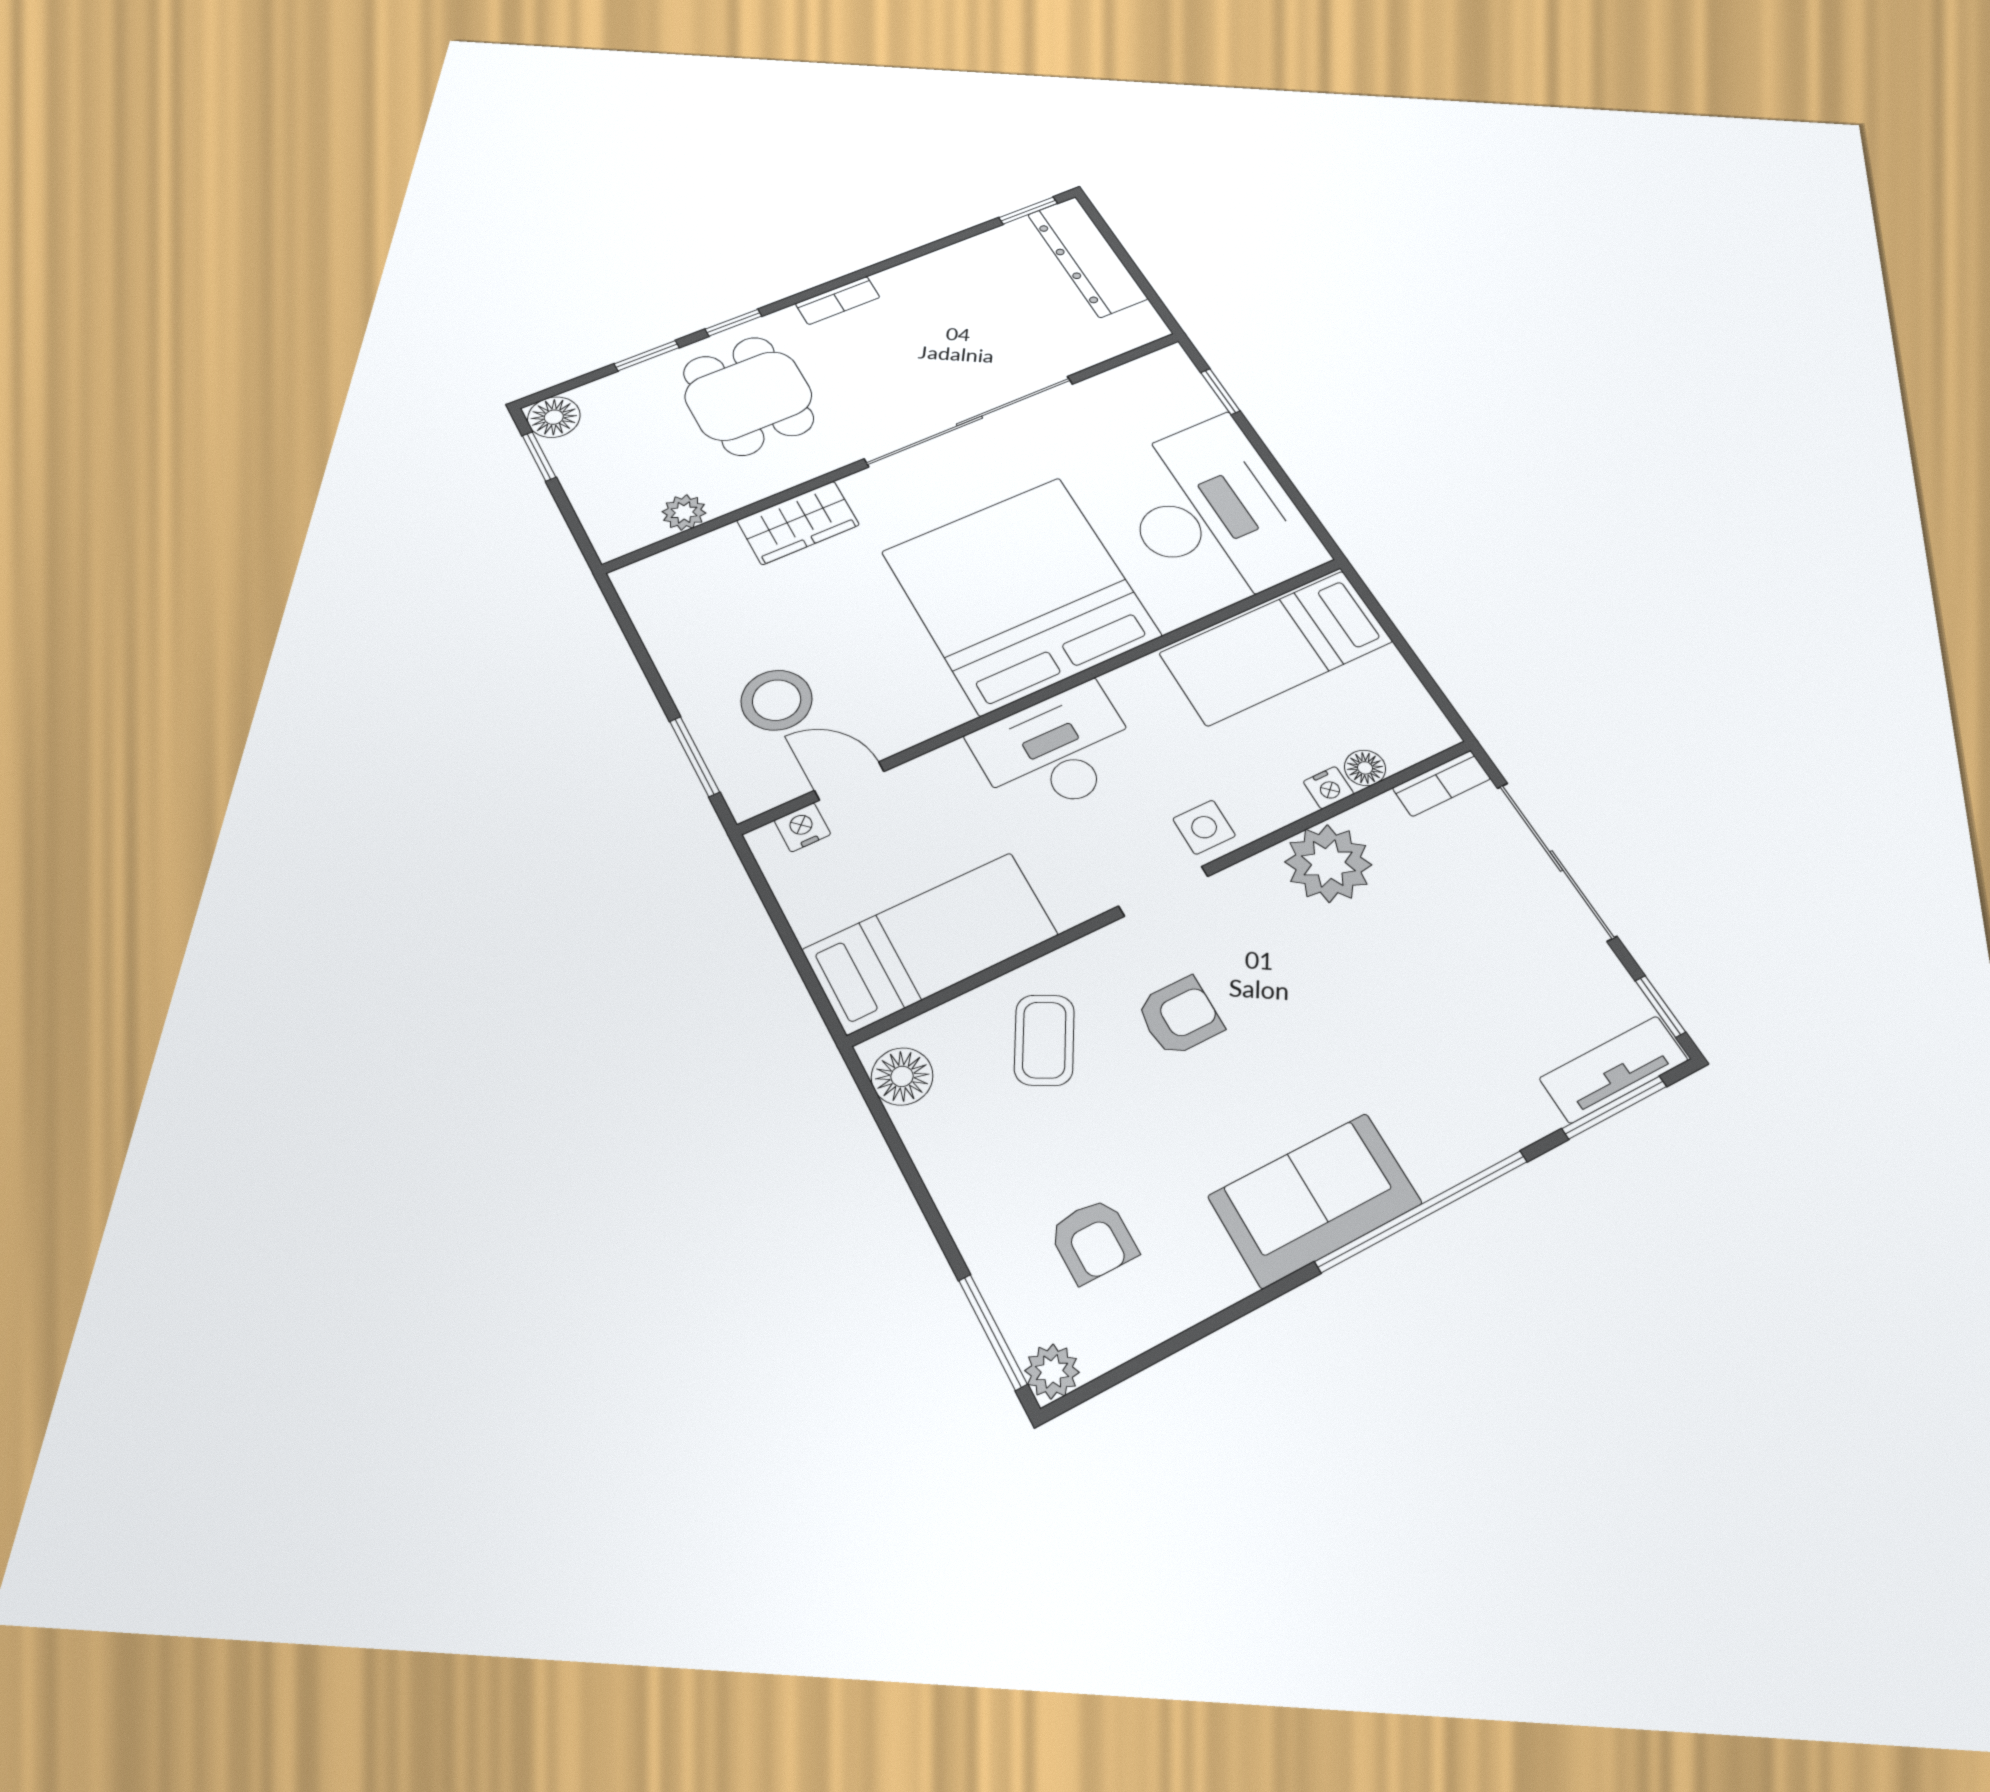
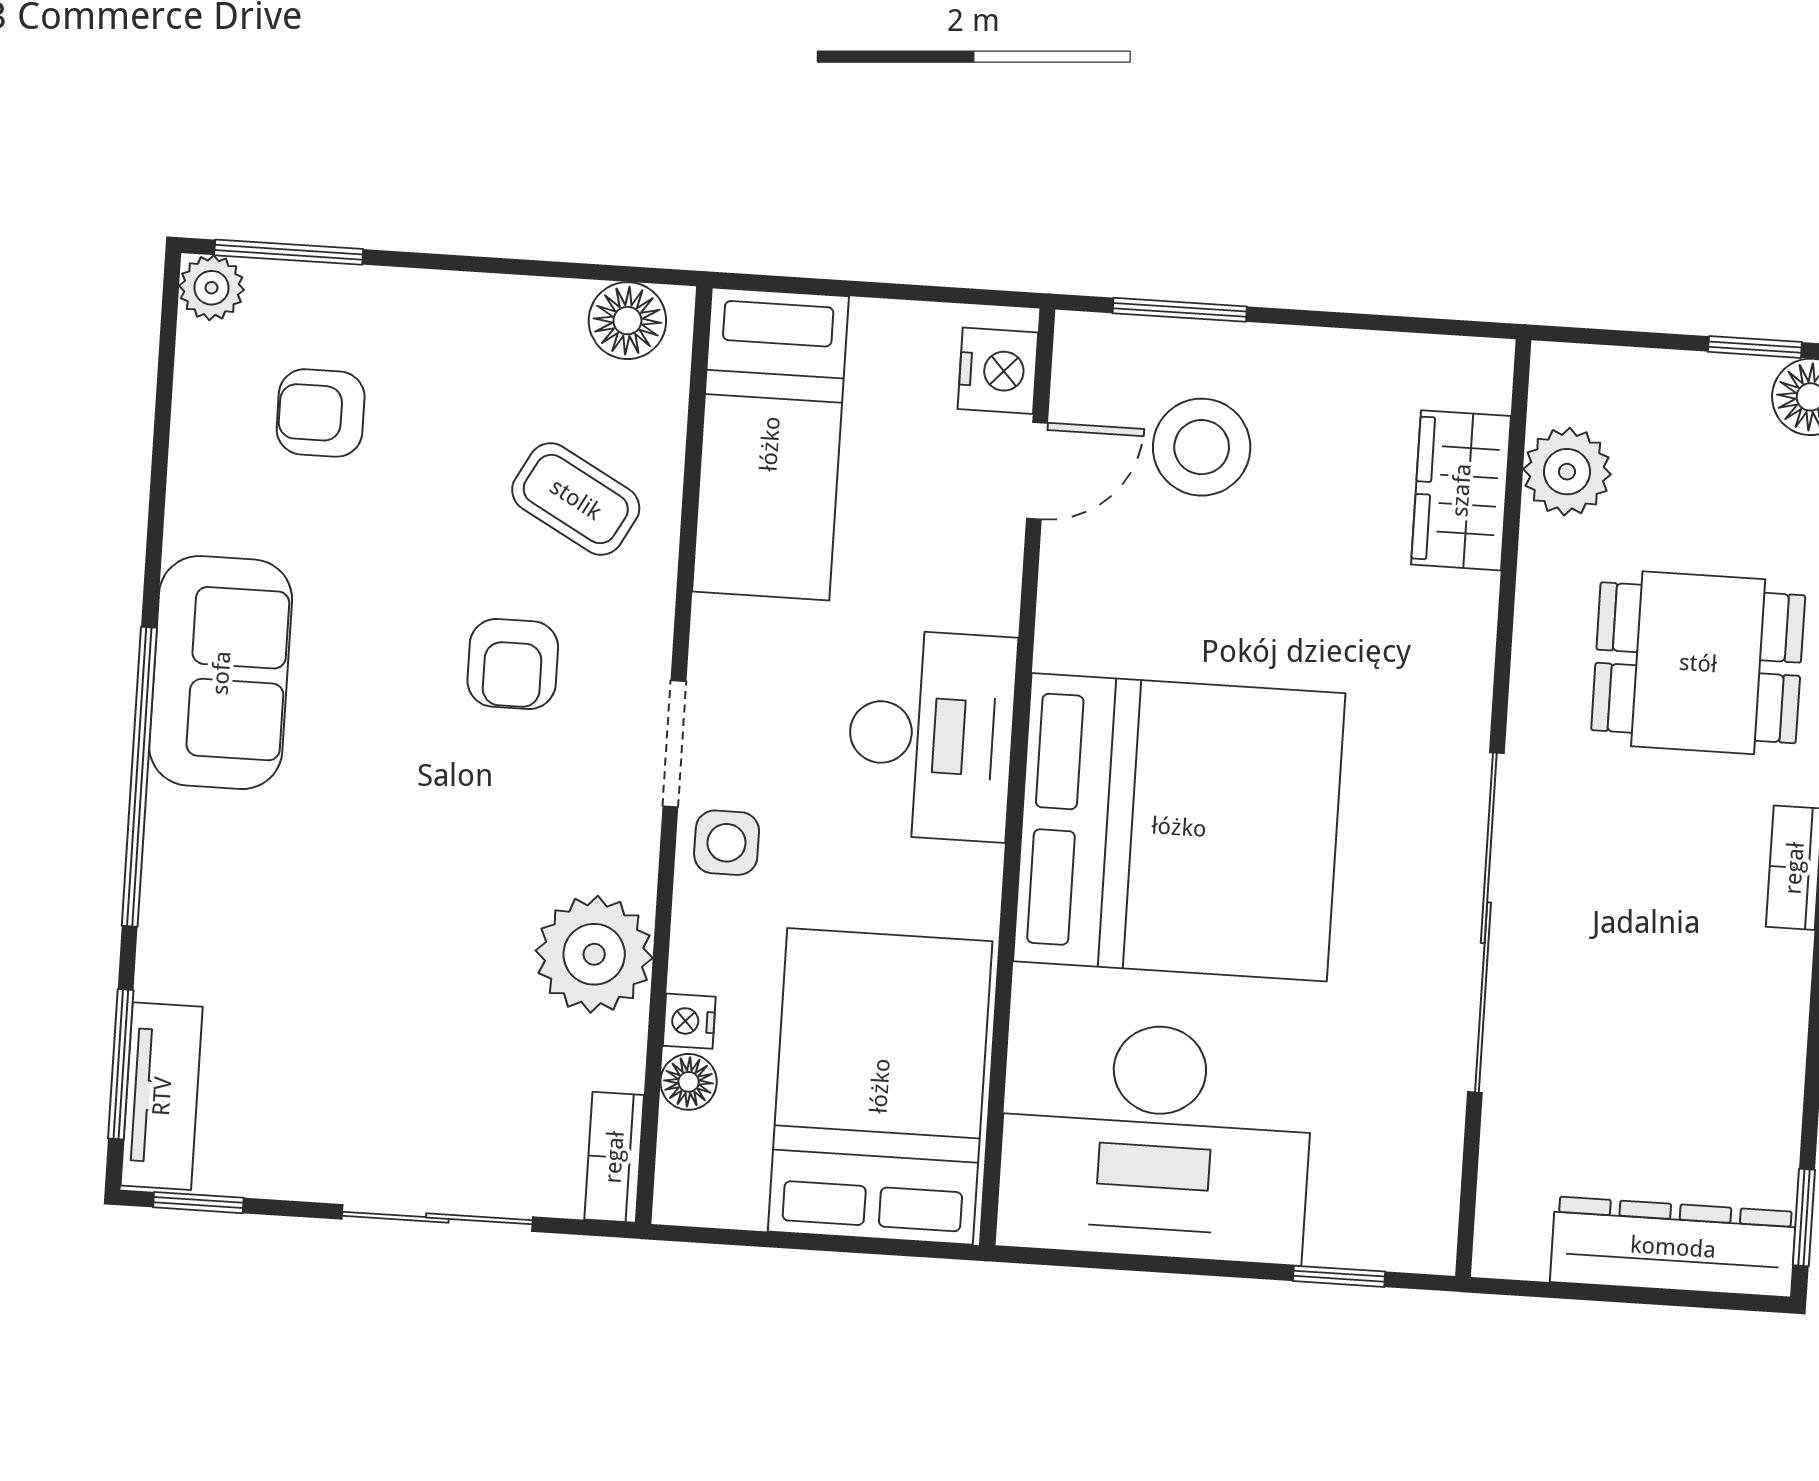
plant: (684, 512) -> (1567, 472), width x1.38, depth x1.38
wardrobe: (798, 523) -> (1461, 490), moved
bed: (1276, 647) -> (880, 1086), width x1.50
nightstand: (802, 827) -> (998, 371), width x1.39, depth x1.35
sliding door: (1556, 861) -> (437, 1218), width x0.73

